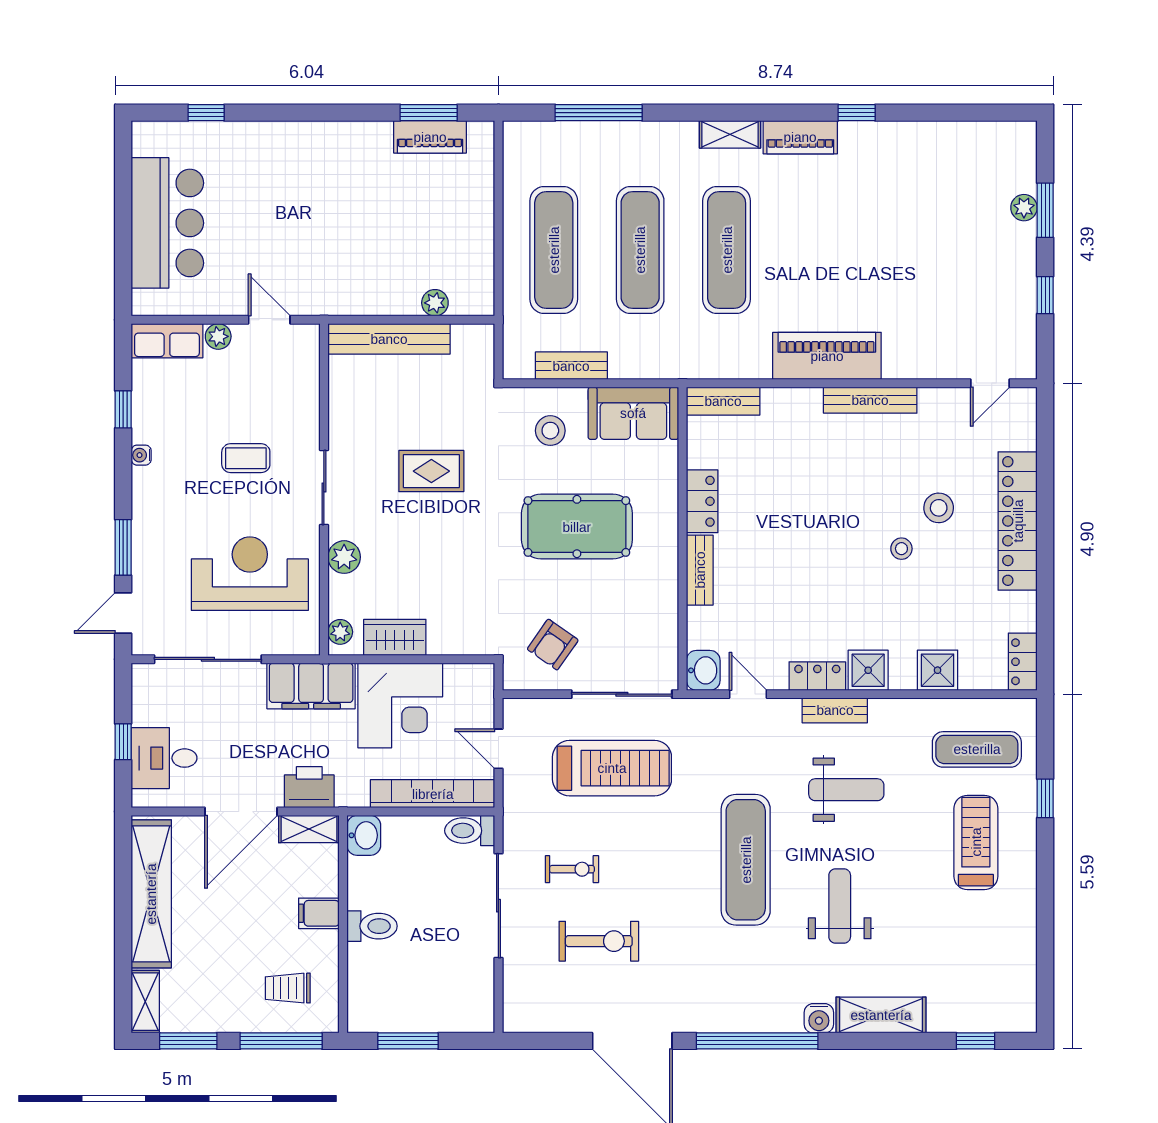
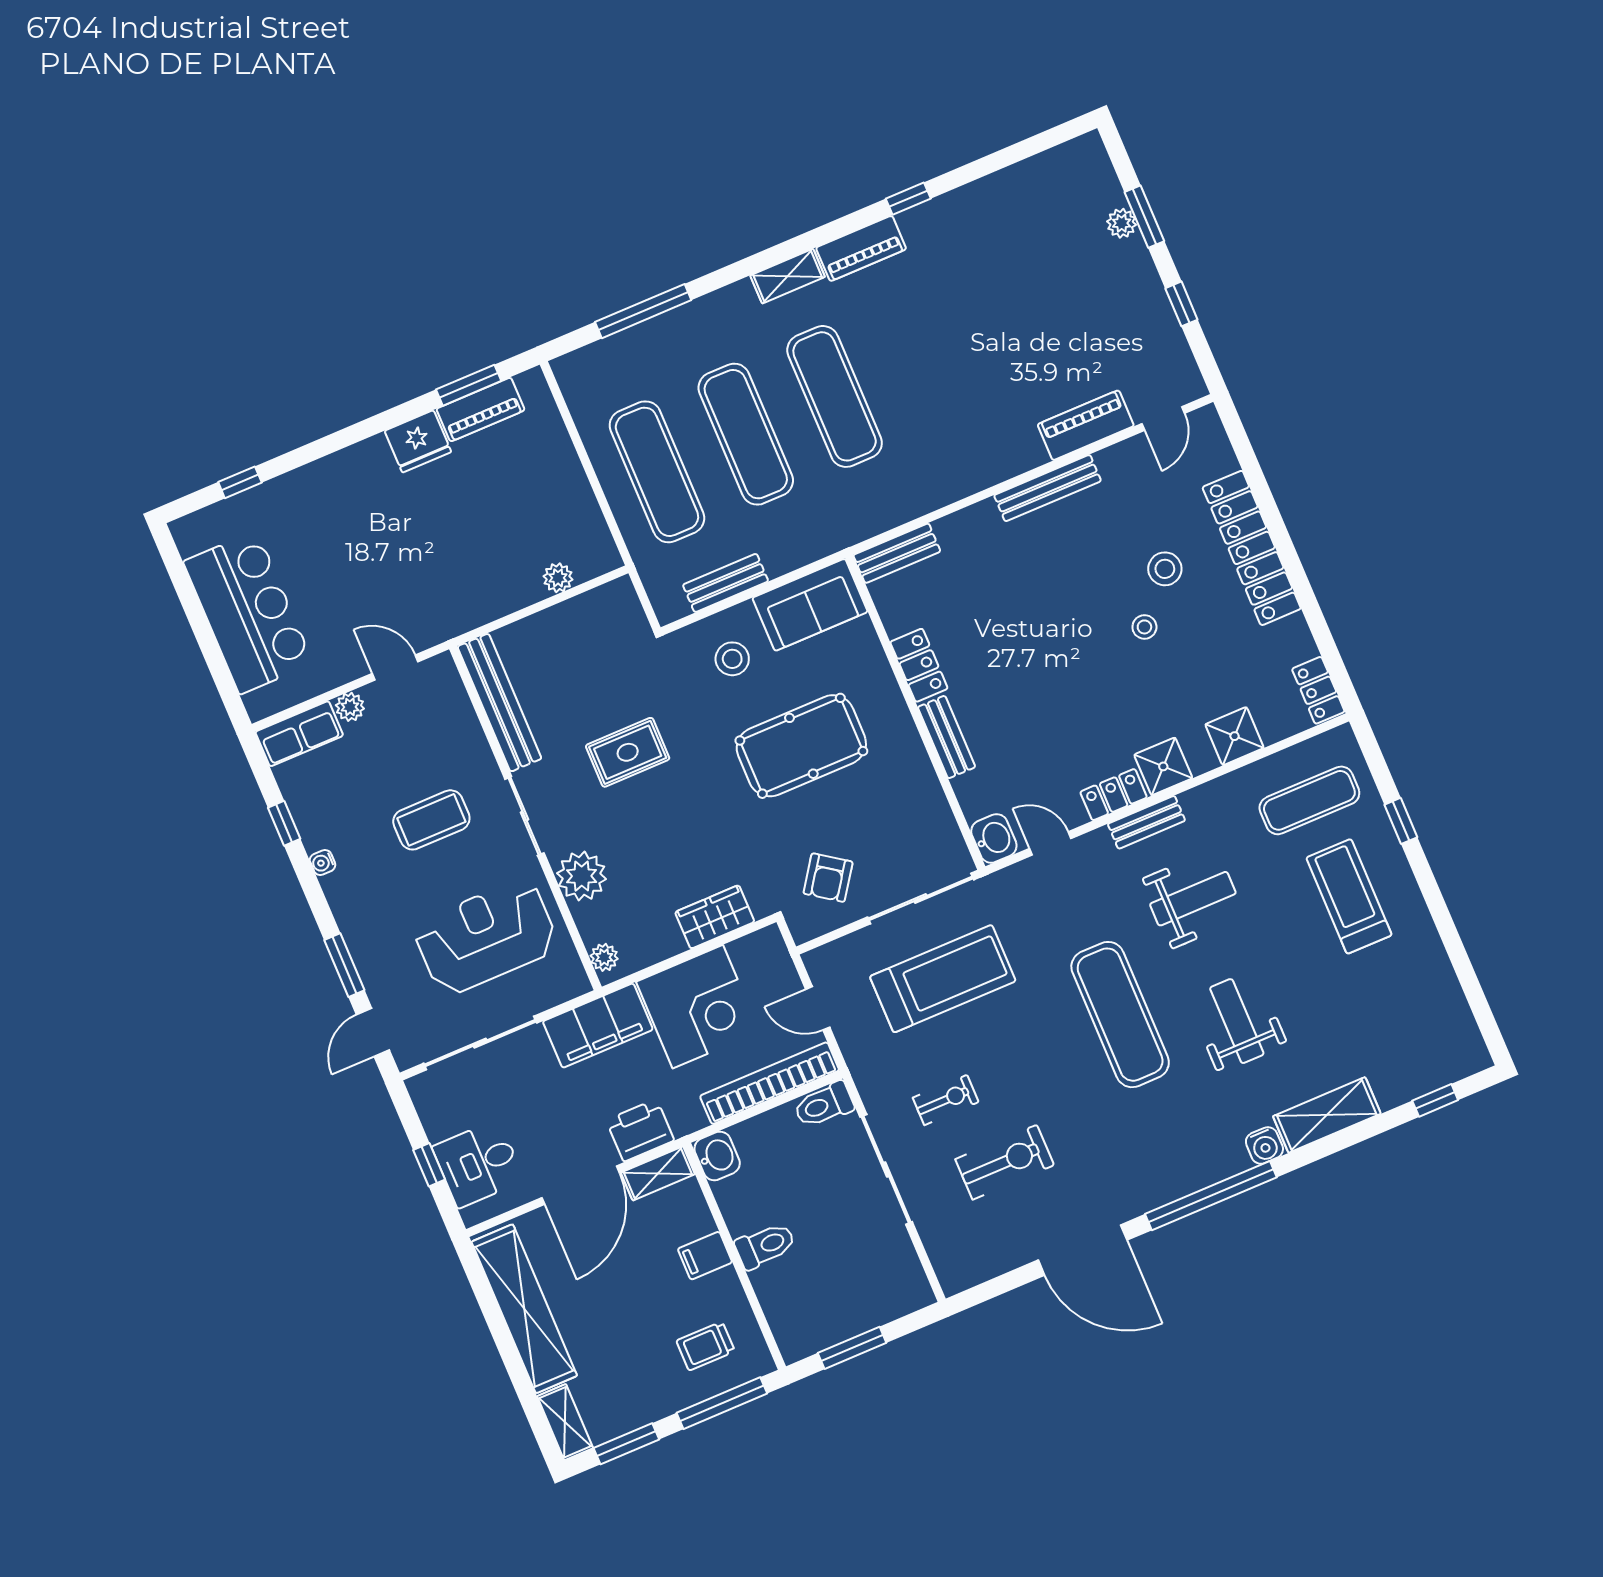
fridge: (367, 141) -> (418, 441), added
bench: (389, 339) -> (499, 703), moved, turned 90
piano: (827, 356) -> (1086, 425), moved, width x0.73, depth x0.75
coffee table: (246, 458) -> (431, 820), width x1.36, depth x1.30
plant: (344, 557) -> (582, 876), width x1.36, depth x1.36
wardrobe: (395, 637) -> (715, 917), moved

